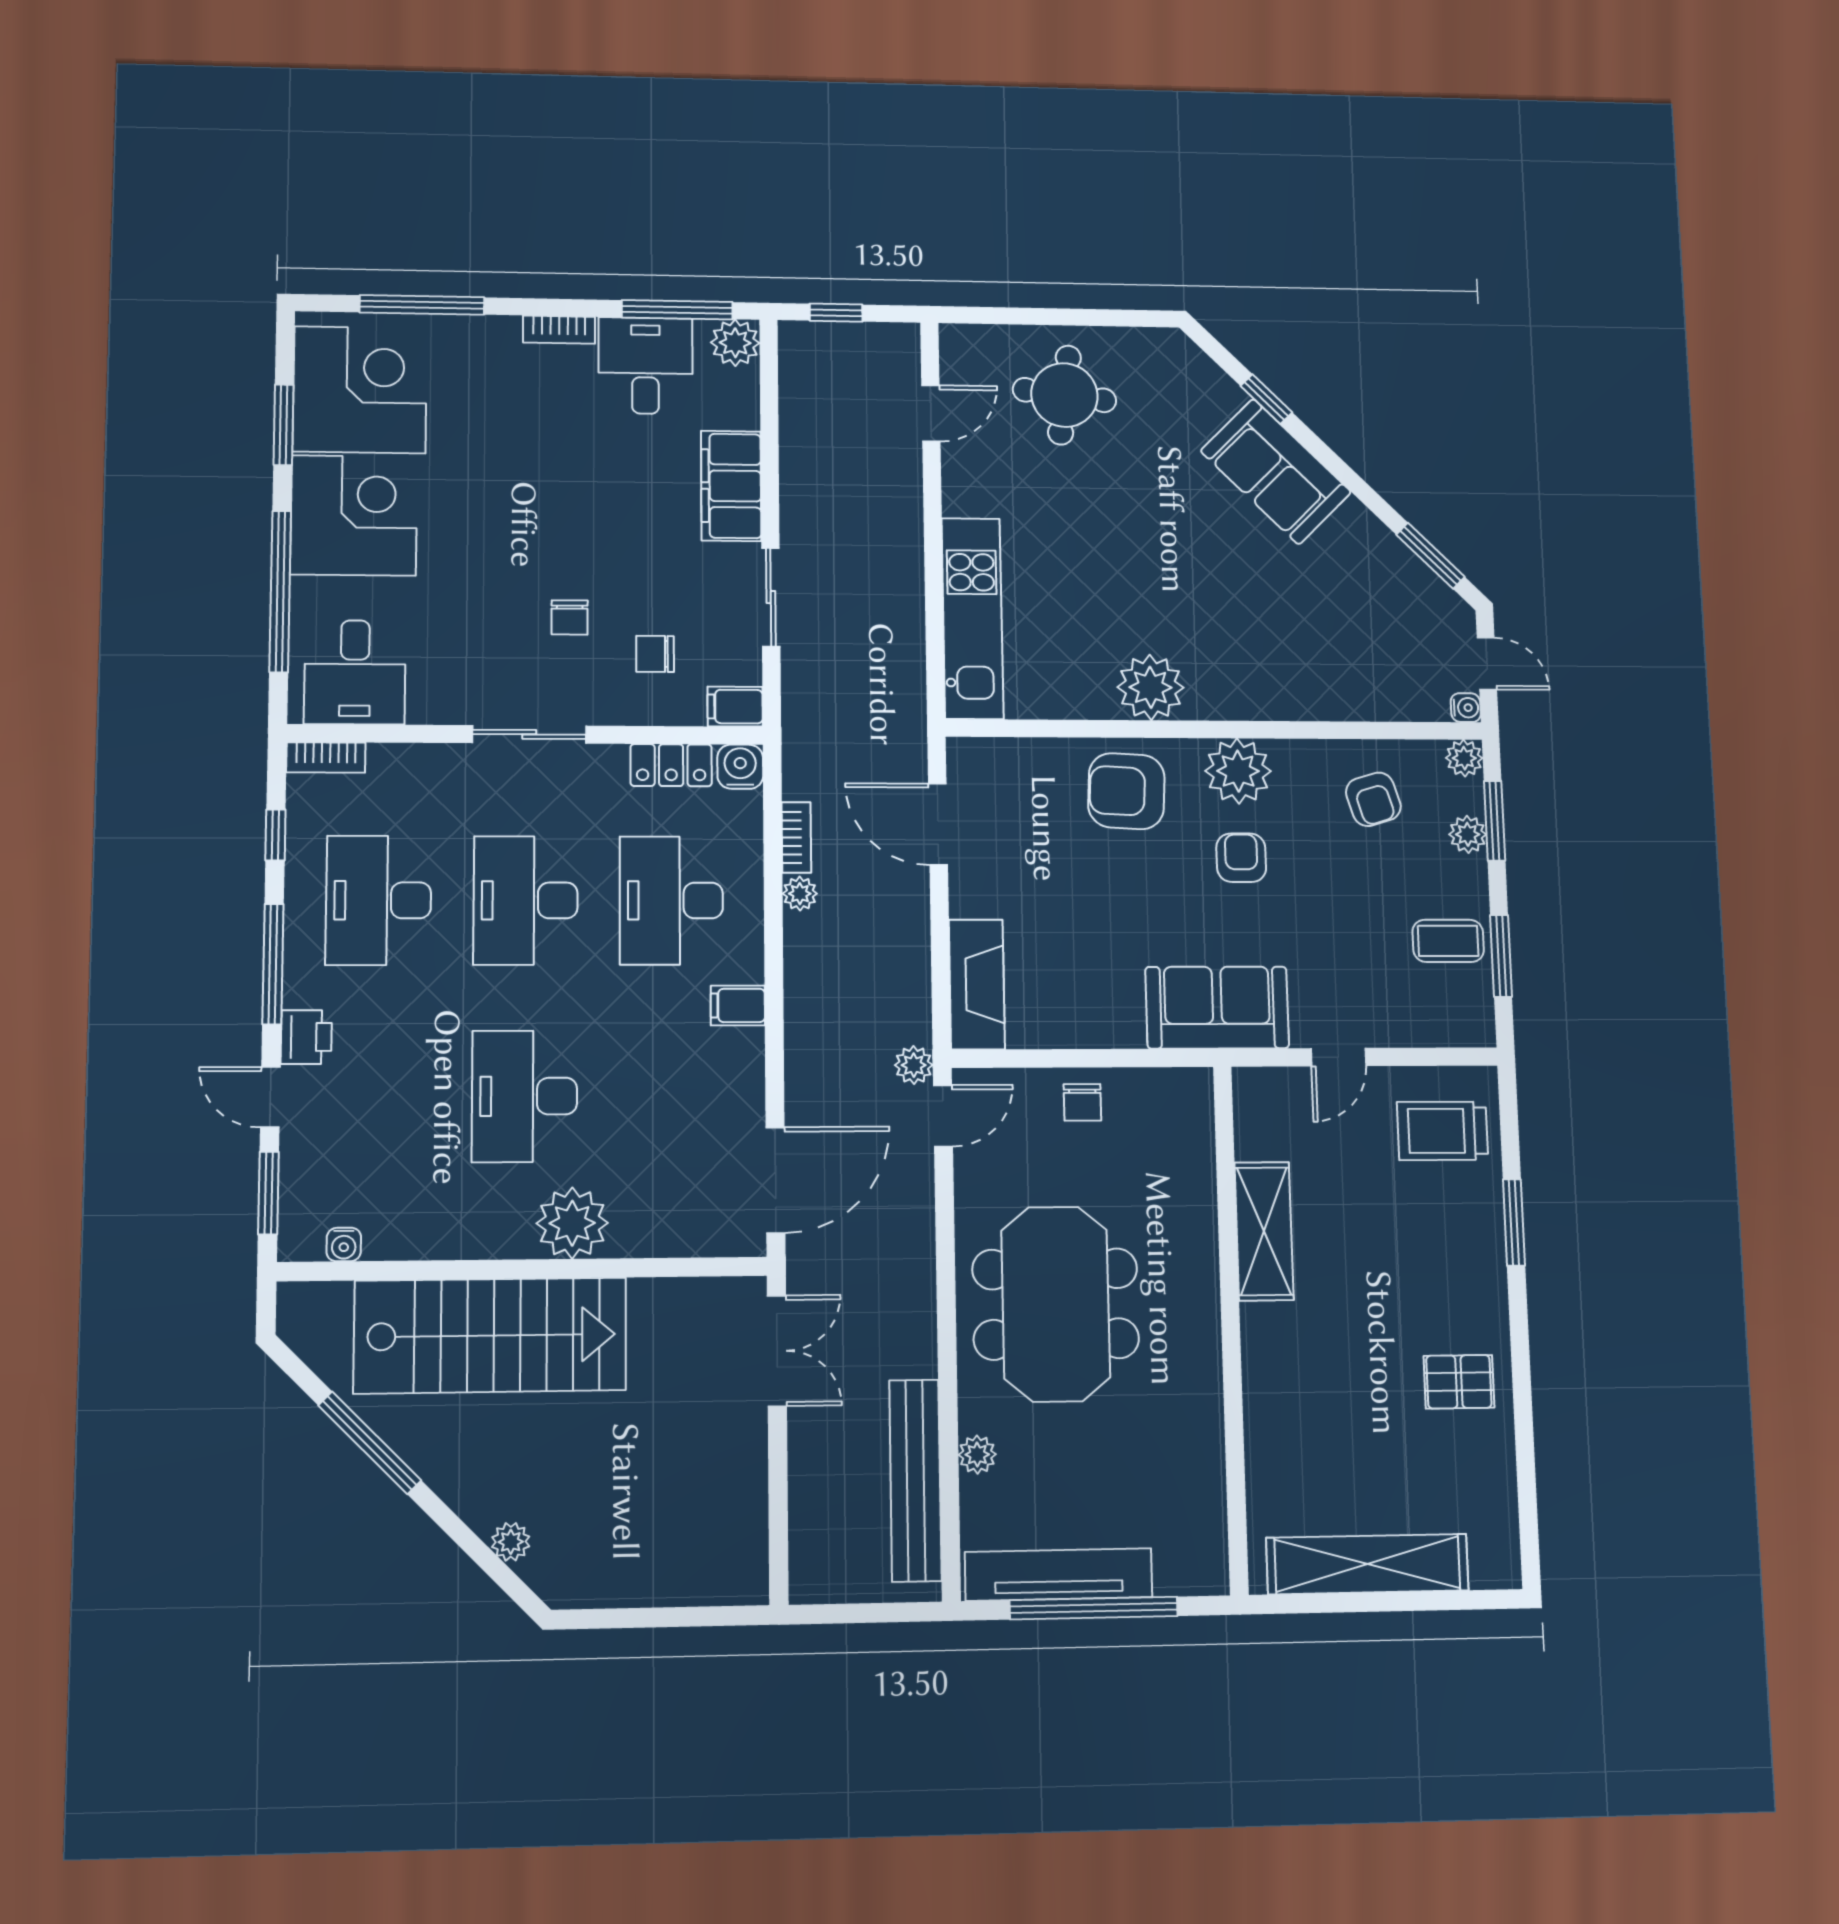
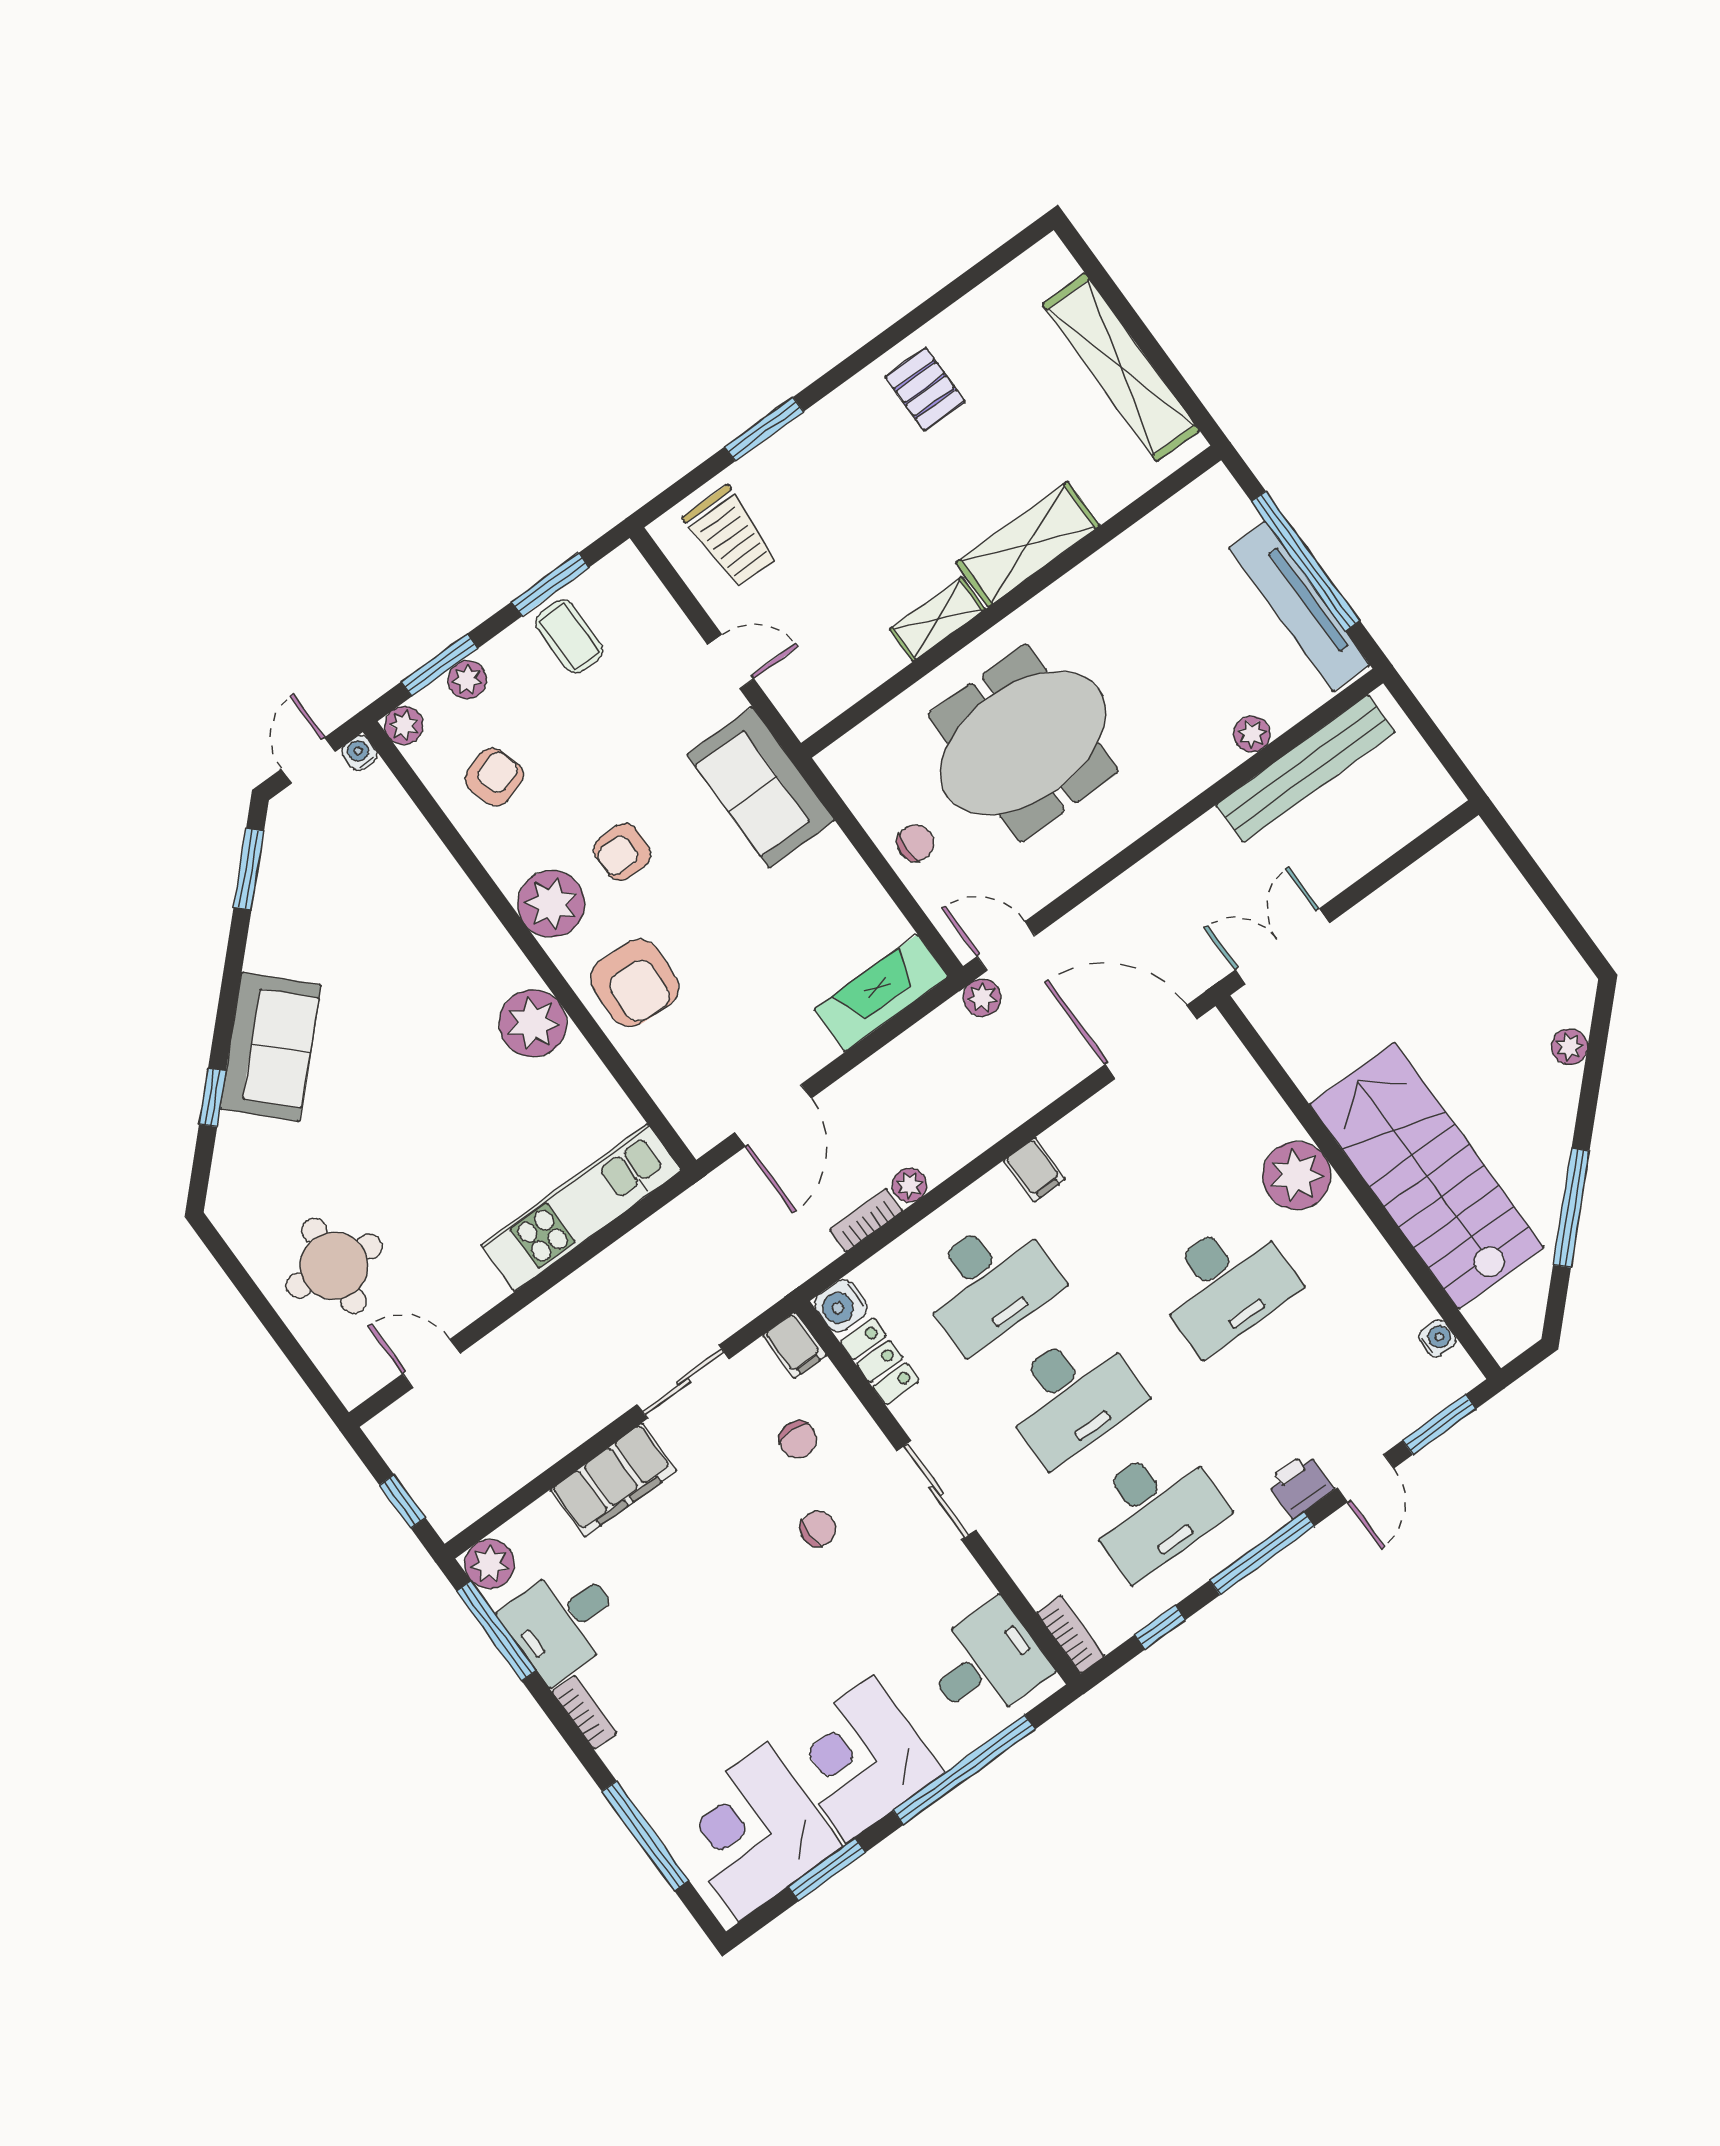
shelving: (1264, 1231) -> (937, 619), width x0.67, depth x0.75
meeting table: (1056, 1304) -> (1023, 743), moved
shelving: (1270, 1376) -> (1028, 544), added

